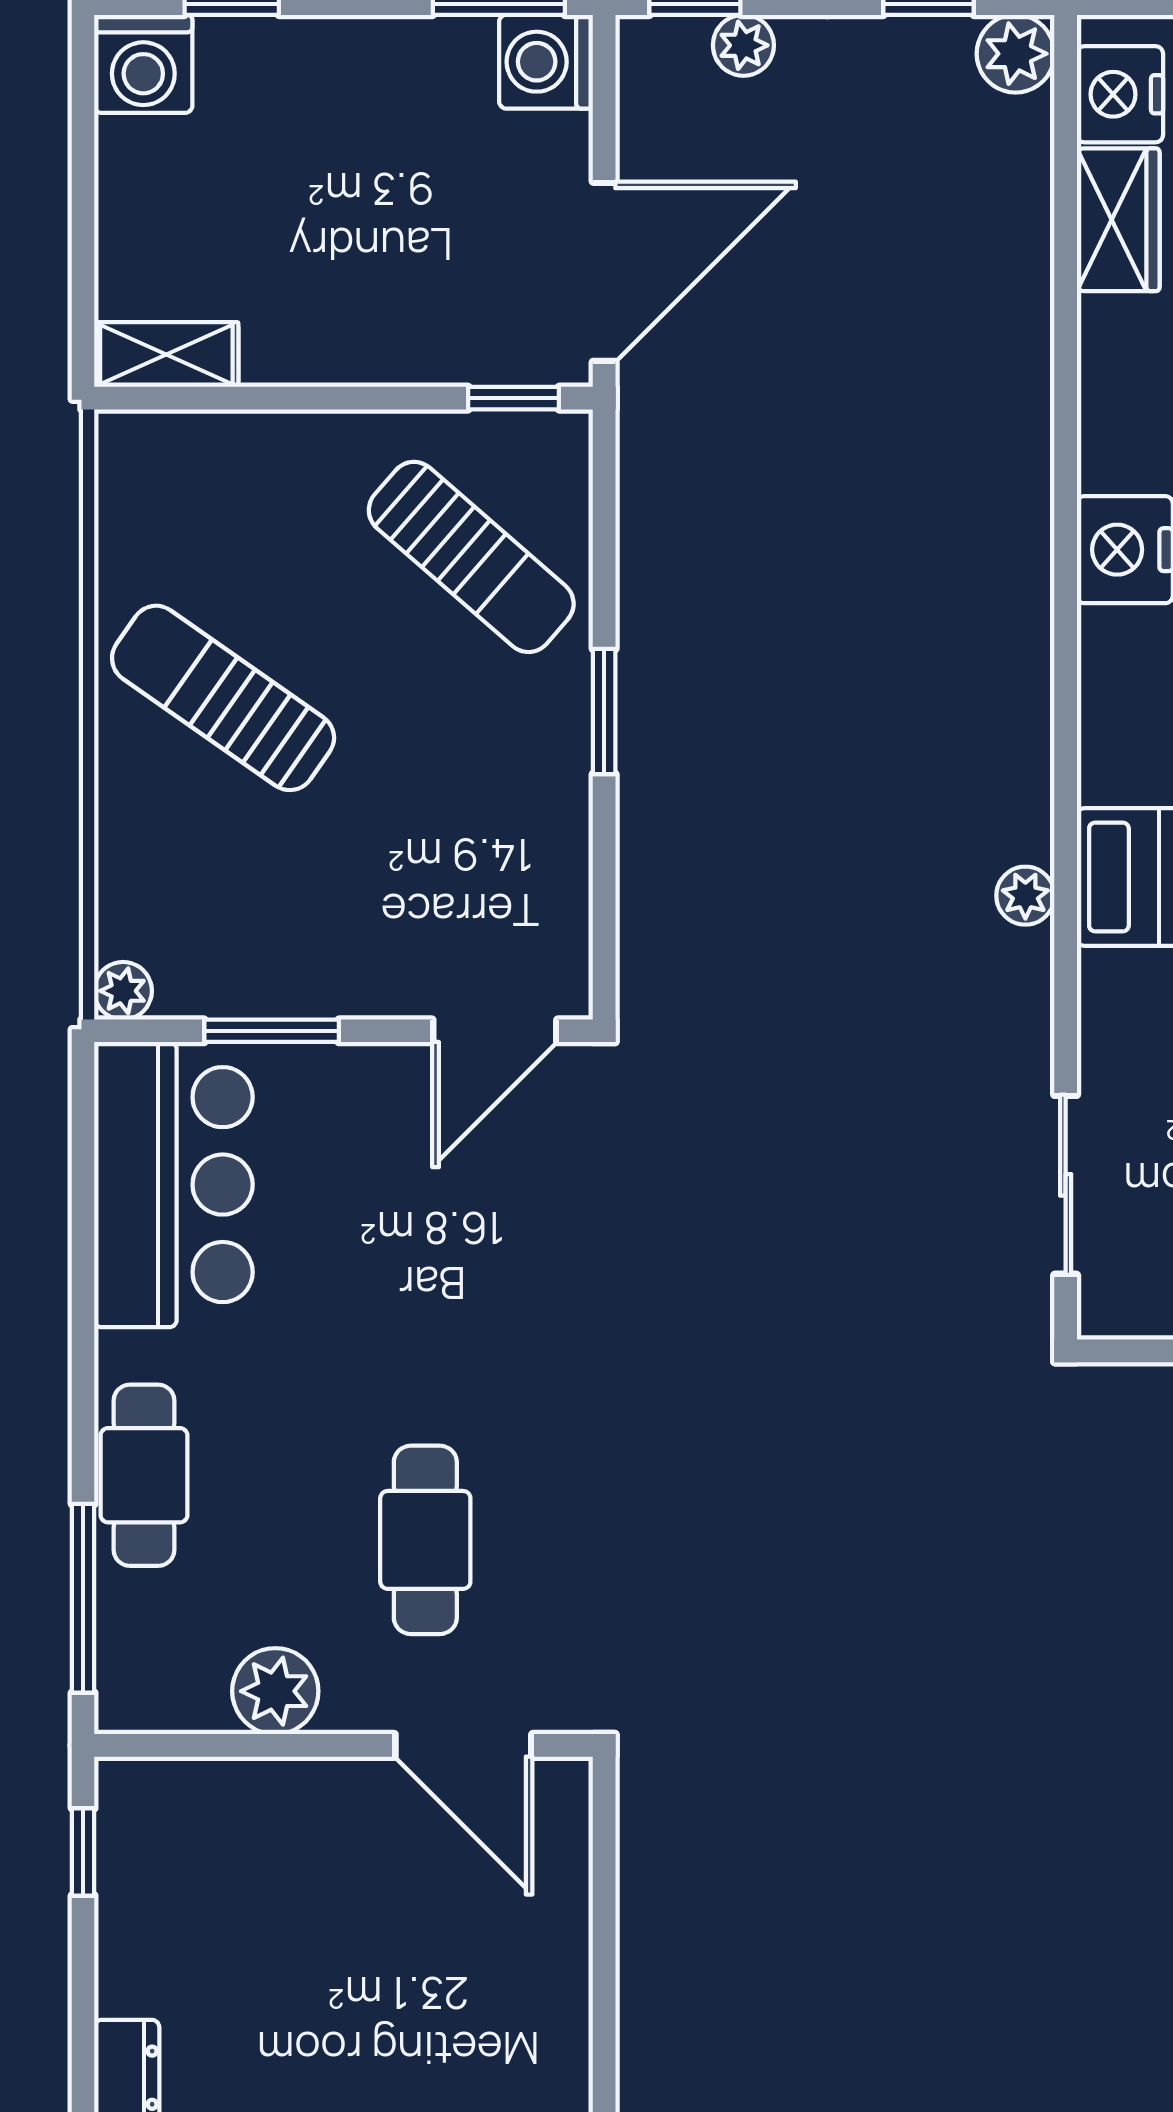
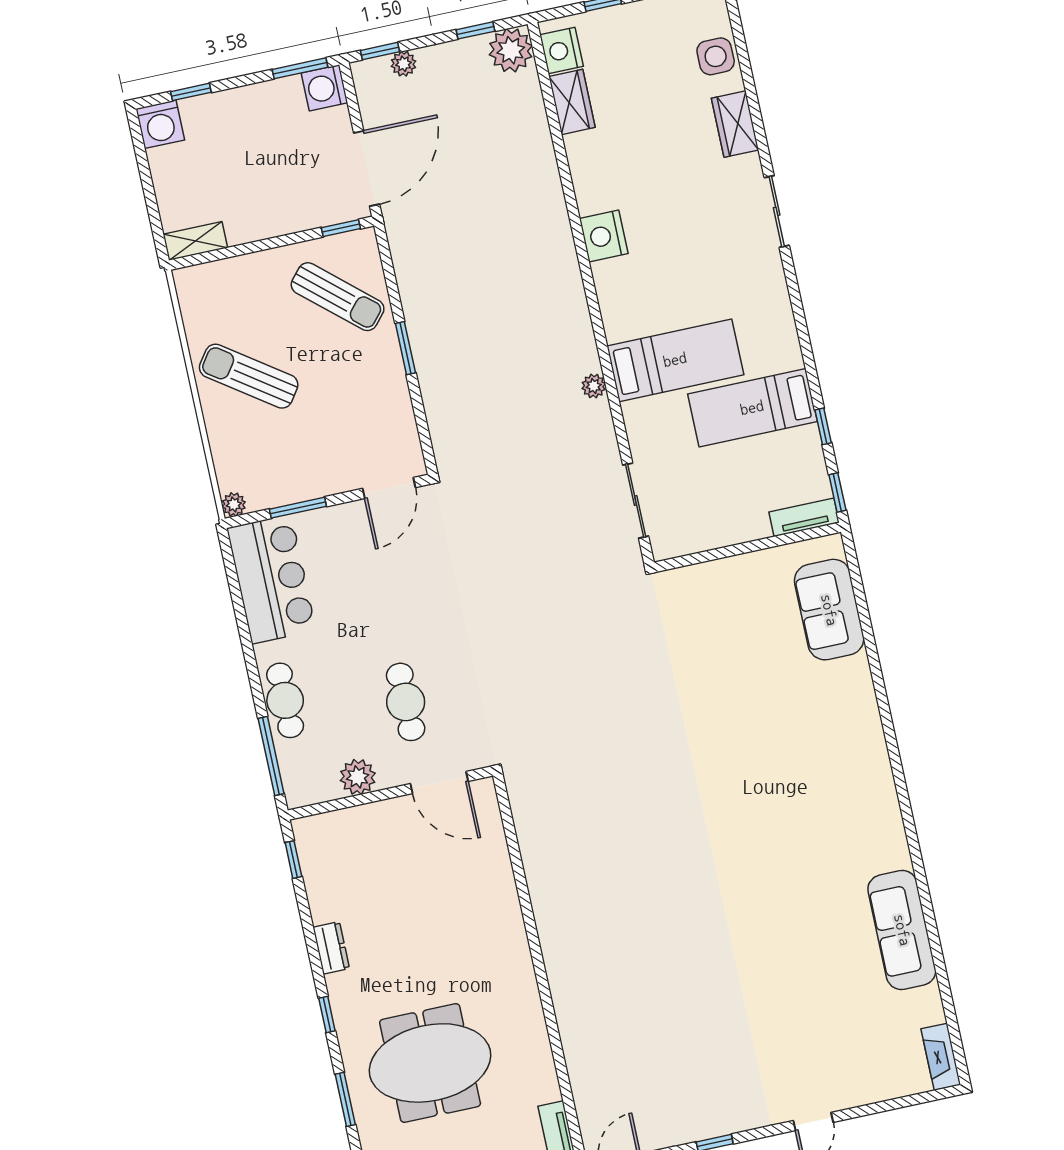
plant: (1016, 54) -> (511, 50), width x1.36, depth x1.36

